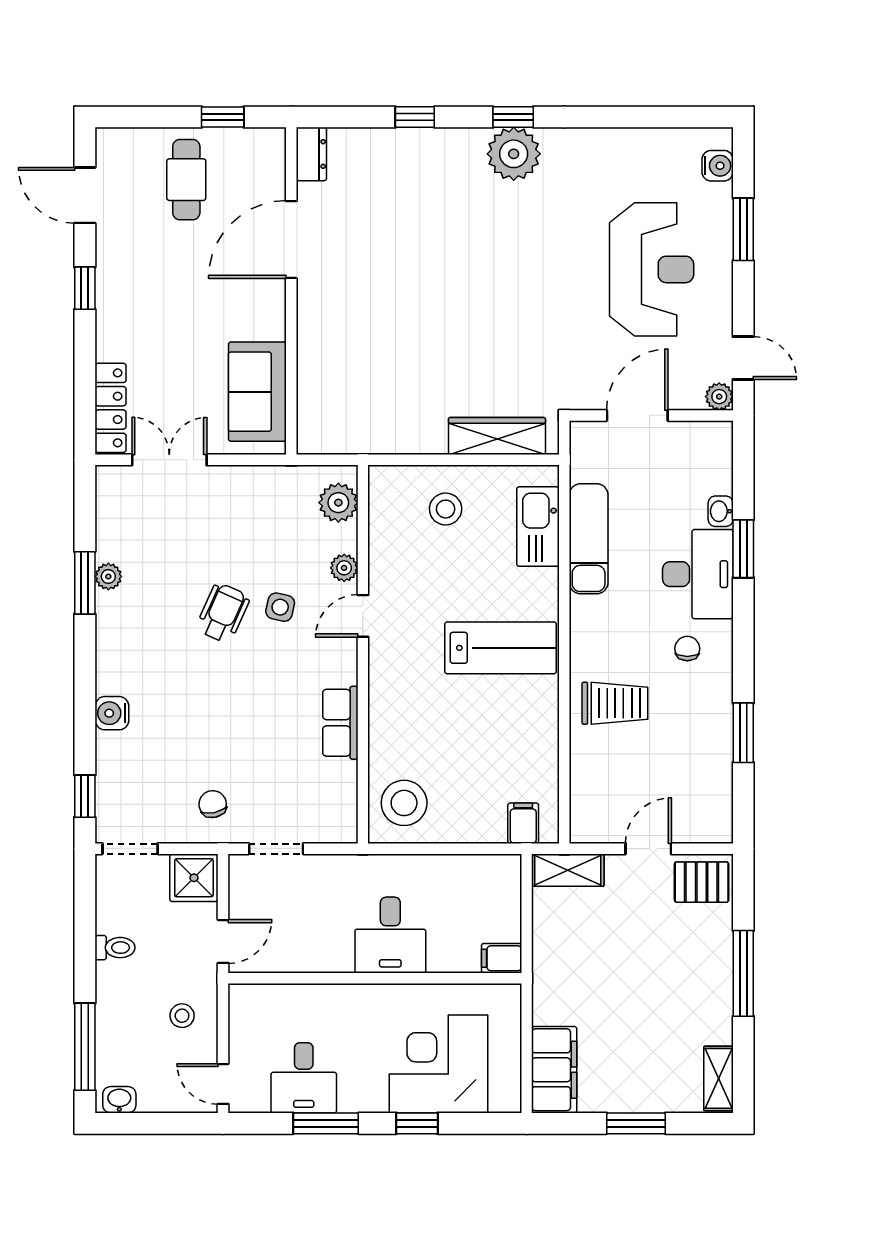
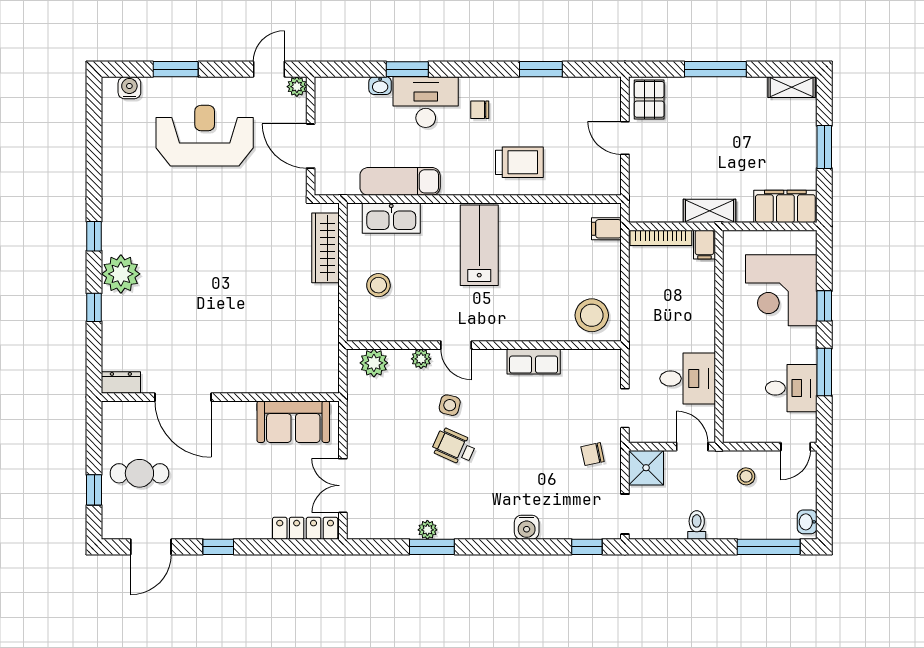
window: (223, 117) -> (94, 490), moved
plant: (514, 154) -> (121, 274), moved
trolley: (615, 703) -> (519, 162), turned 90
shelving: (568, 870) -> (710, 211), moved, turned 90
bookcase: (511, 898) -> (661, 238), added
desk: (390, 935) -> (688, 379), moved

